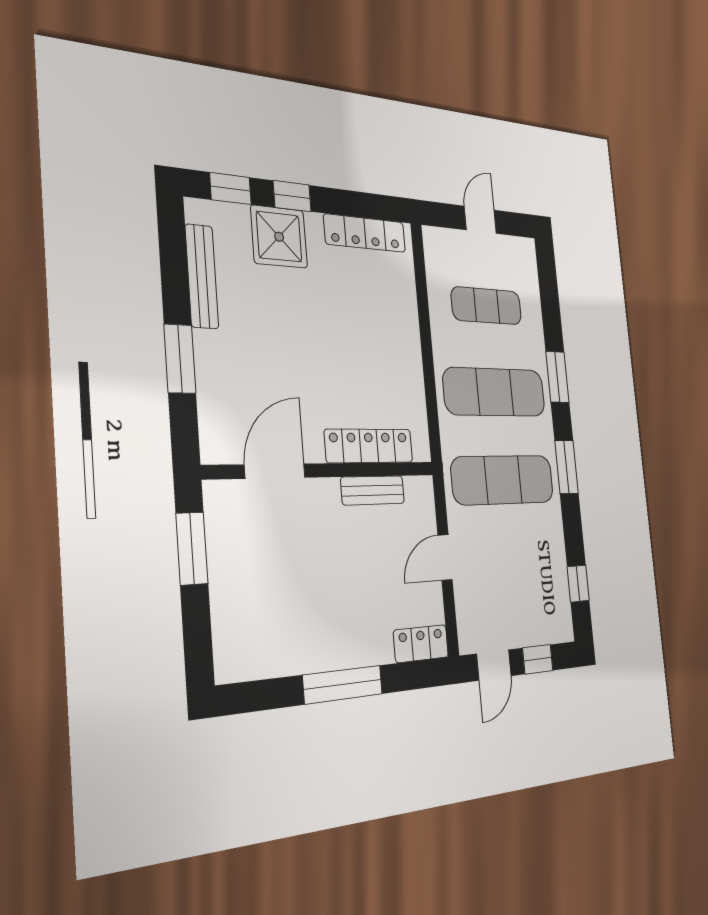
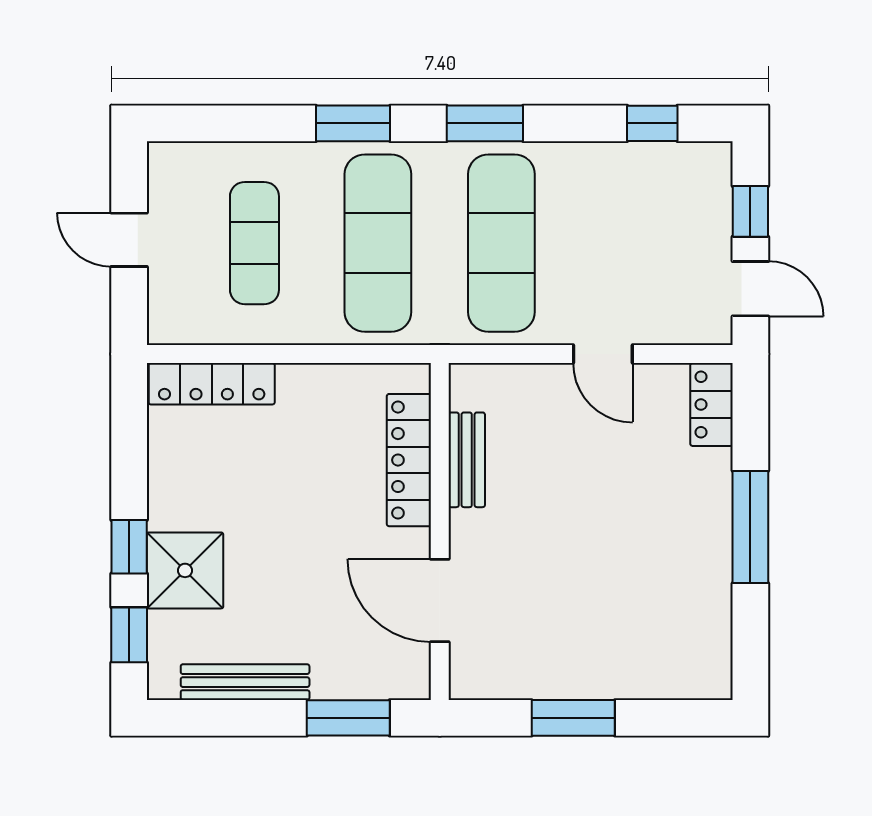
locker: (365, 233) -> (212, 384), moved, turned 90
locker: (369, 446) -> (409, 460), moved
wall: (323, 470) -> (440, 531), moved
door: (275, 471) -> (440, 601), moved
bench: (373, 490) -> (467, 460), moved

